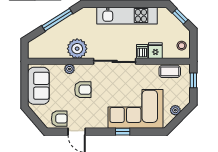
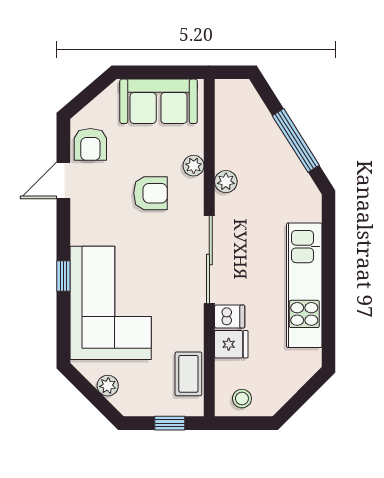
window: (180, 16) -> (303, 396), removed
plant: (77, 49) -> (226, 182), width x0.53, depth x0.53
armchair: (83, 90) -> (150, 193), turned -90

